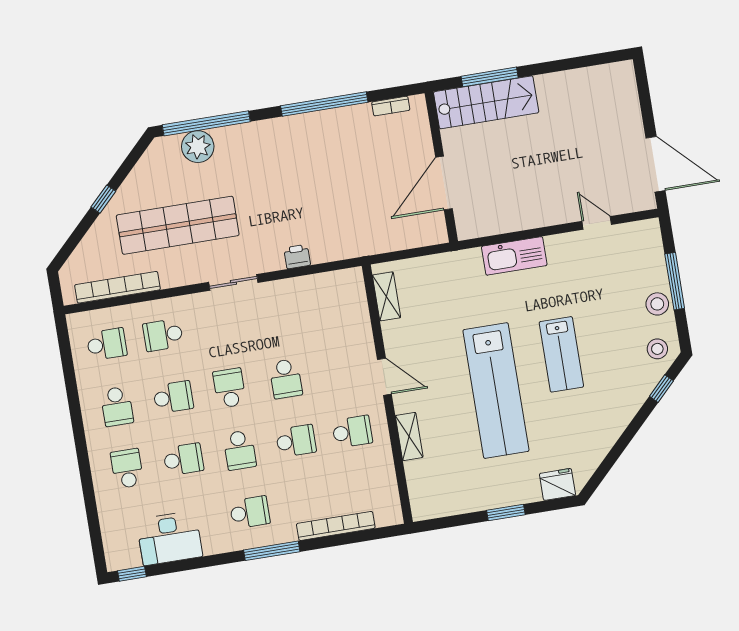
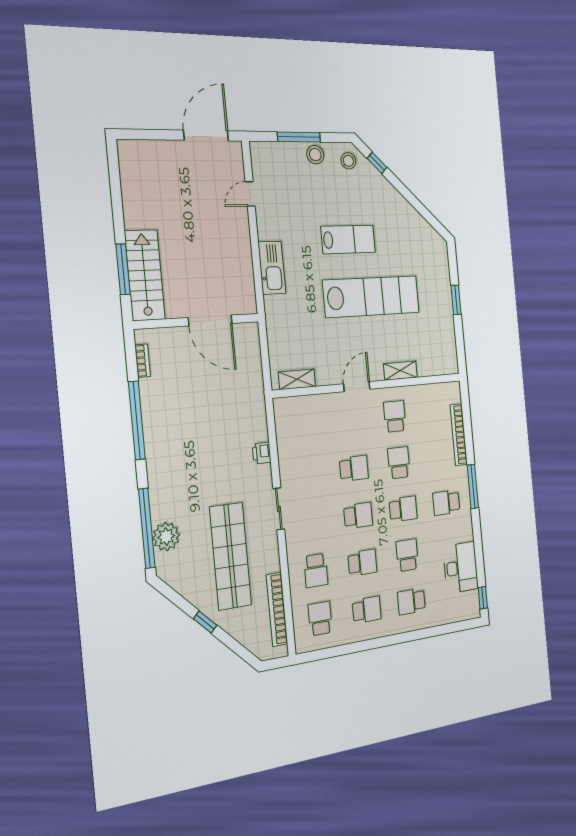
school desk: (229, 388) -> (358, 515), turned 180
school desk: (173, 397) -> (362, 563), turned 90
fridge: (557, 484) -> (439, 257), removed
school desk: (250, 512) -> (446, 503), turned -90

